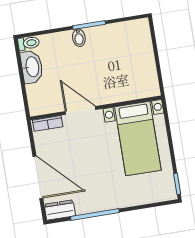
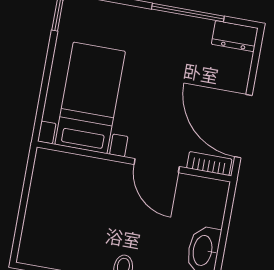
door: (38, 177) -> (243, 126), moved

